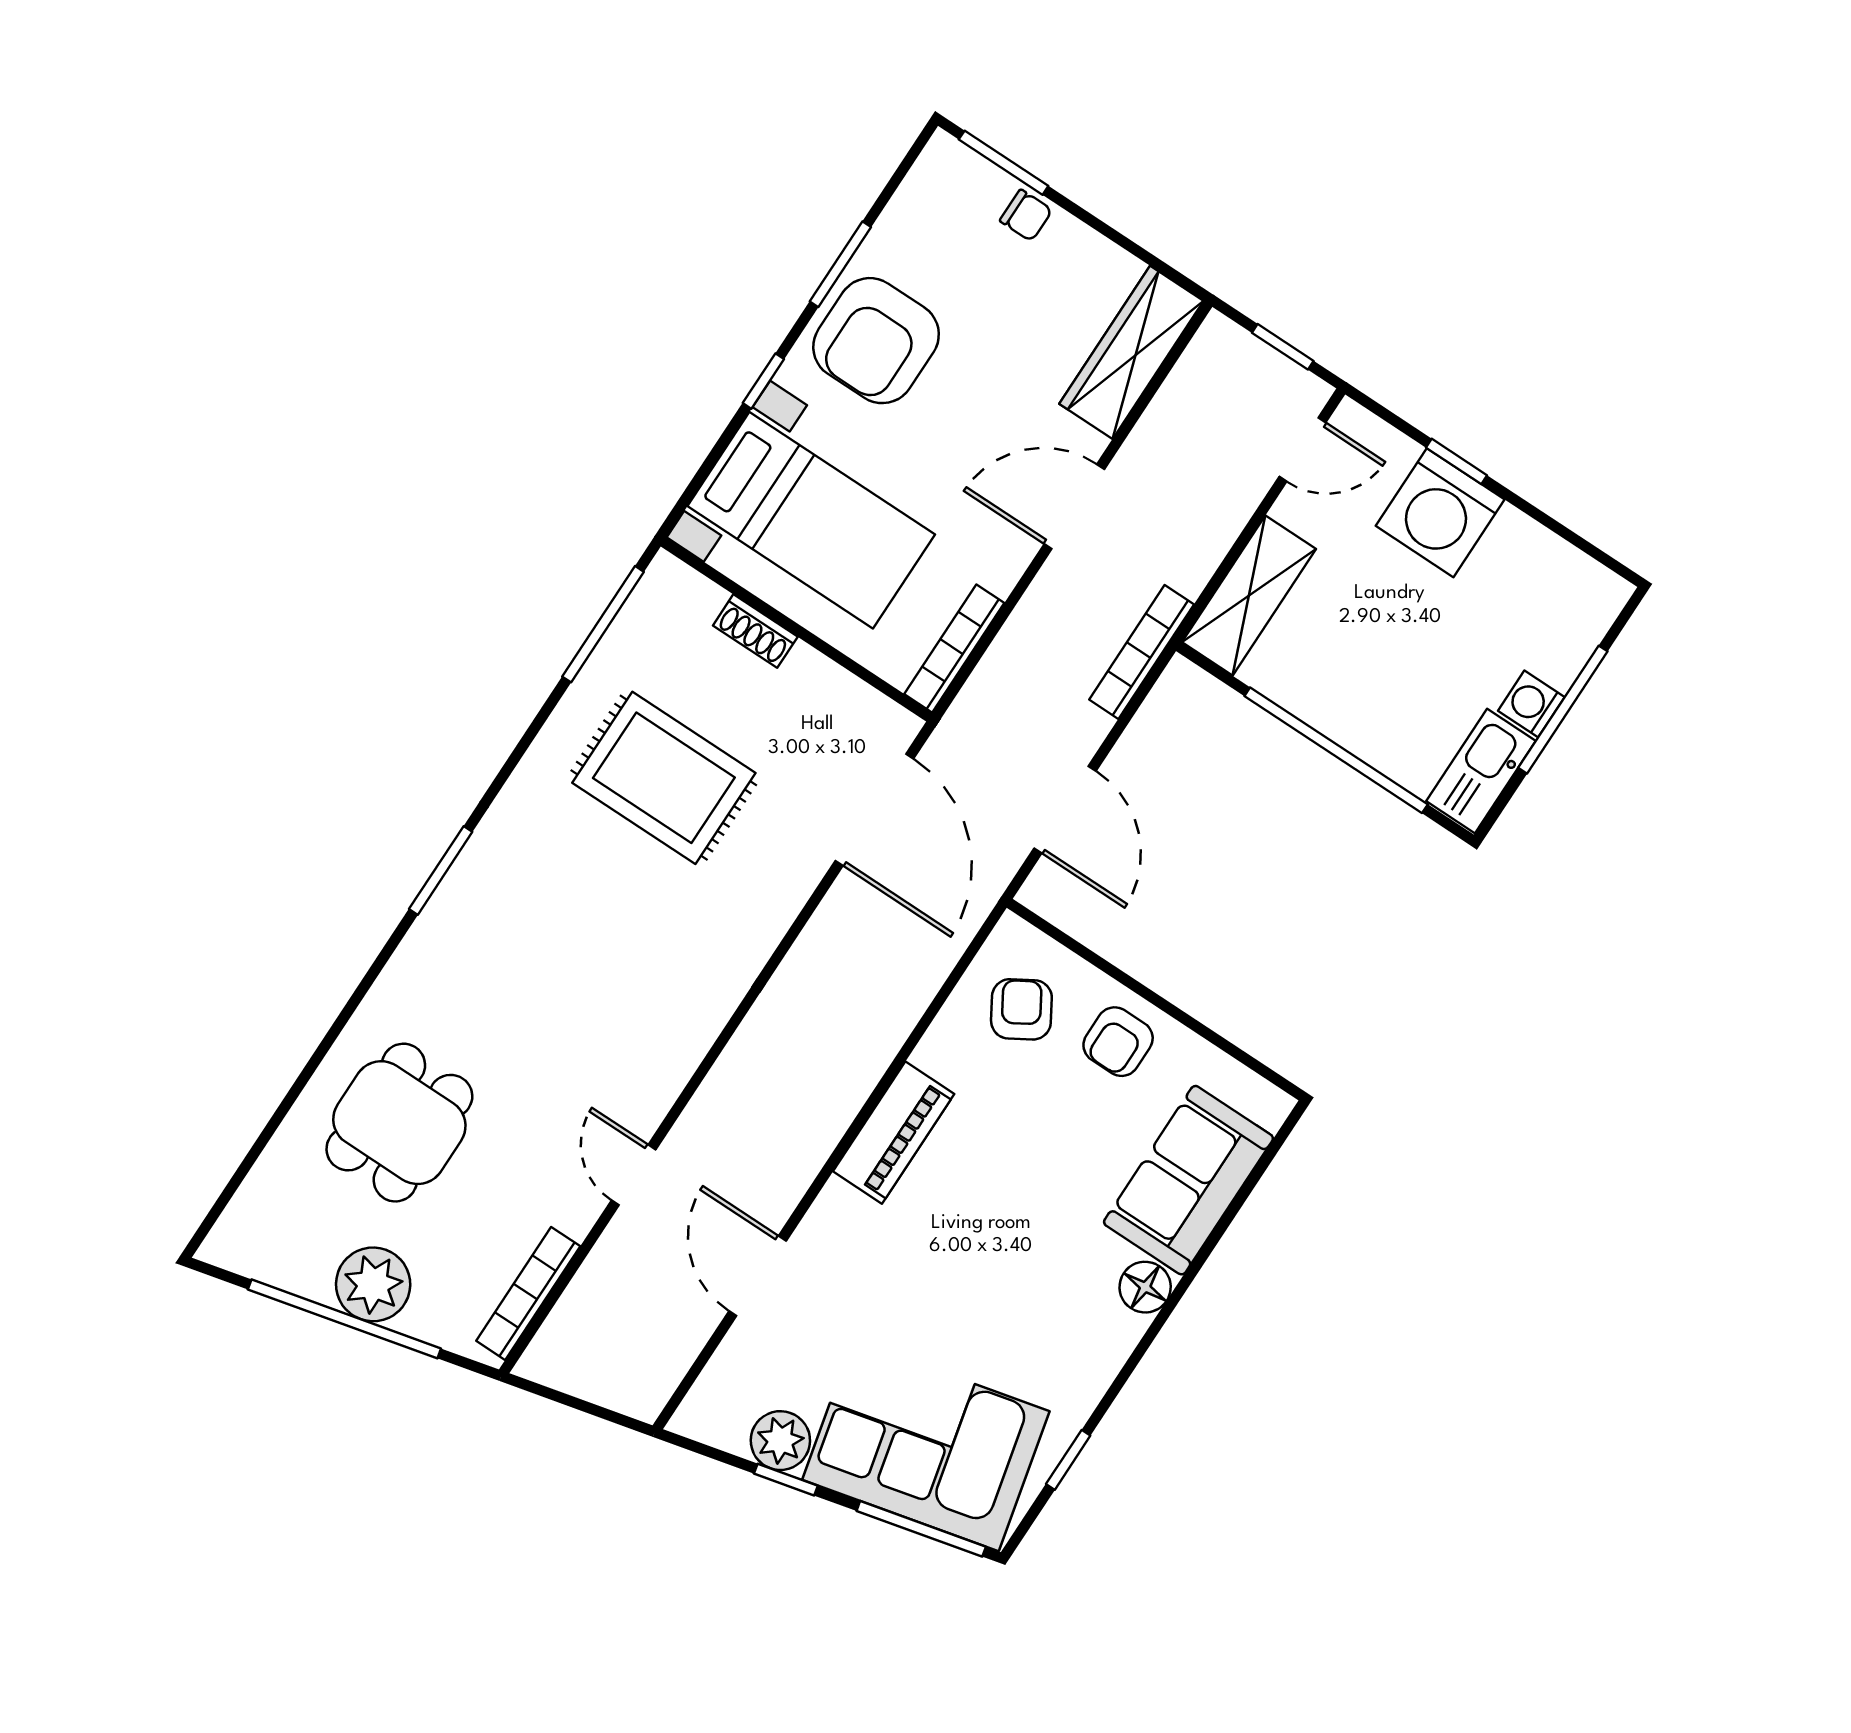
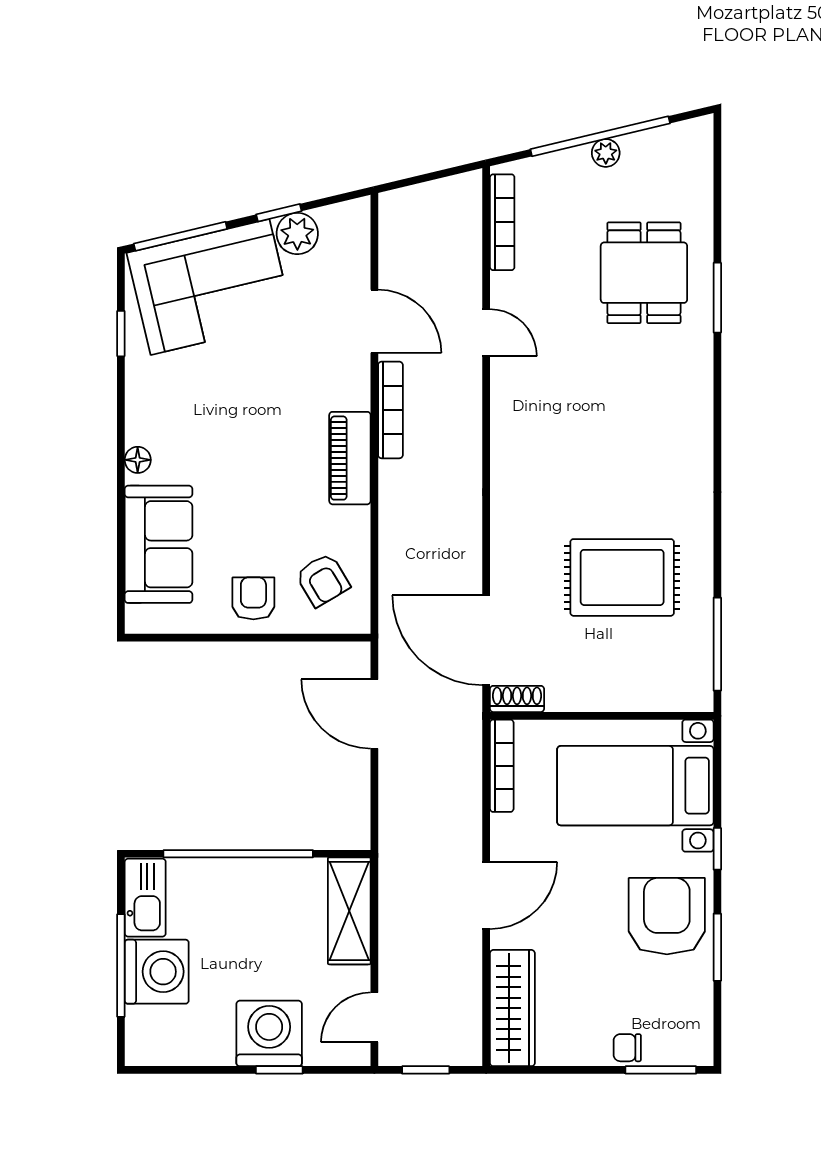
shoe rack: (755, 631) -> (517, 699), moved
bookcase: (1142, 652) -> (390, 410), moved
washing machine: (1531, 704) -> (157, 972), width x1.89, depth x1.89
window: (441, 870) -> (717, 298), moved
plant: (373, 1284) -> (606, 153), width x0.53, depth x0.53
floor lamp: (1145, 1287) -> (138, 460), width x0.73, depth x0.73

